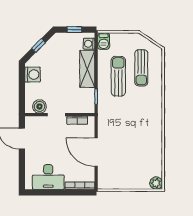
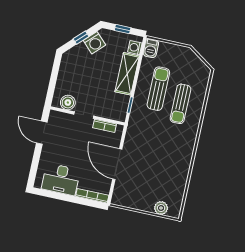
sun lounger: (141, 68) -> (180, 104), moved
washing machine: (33, 75) -> (94, 43), moved, turned 45
plant: (156, 183) -> (161, 208), moved

